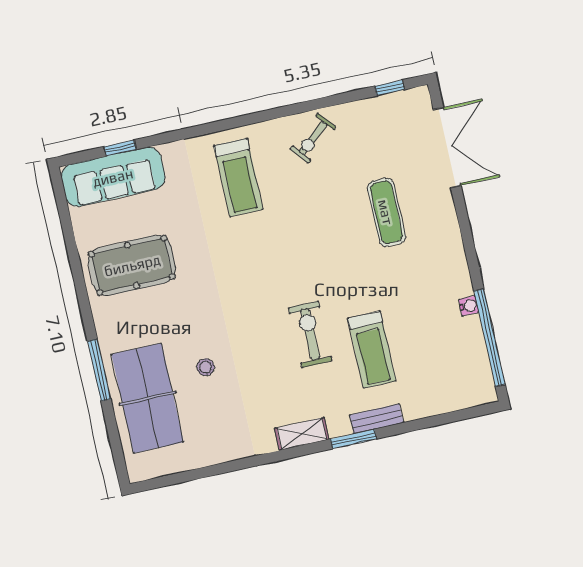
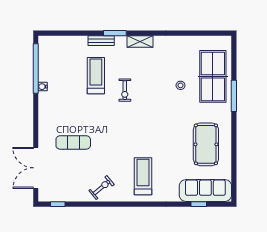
exercise mat: (386, 212) -> (73, 142), turned 90
pool table: (132, 265) -> (206, 144), turned 90
exercise bike: (310, 334) -> (125, 90), width x0.73, depth x0.72

